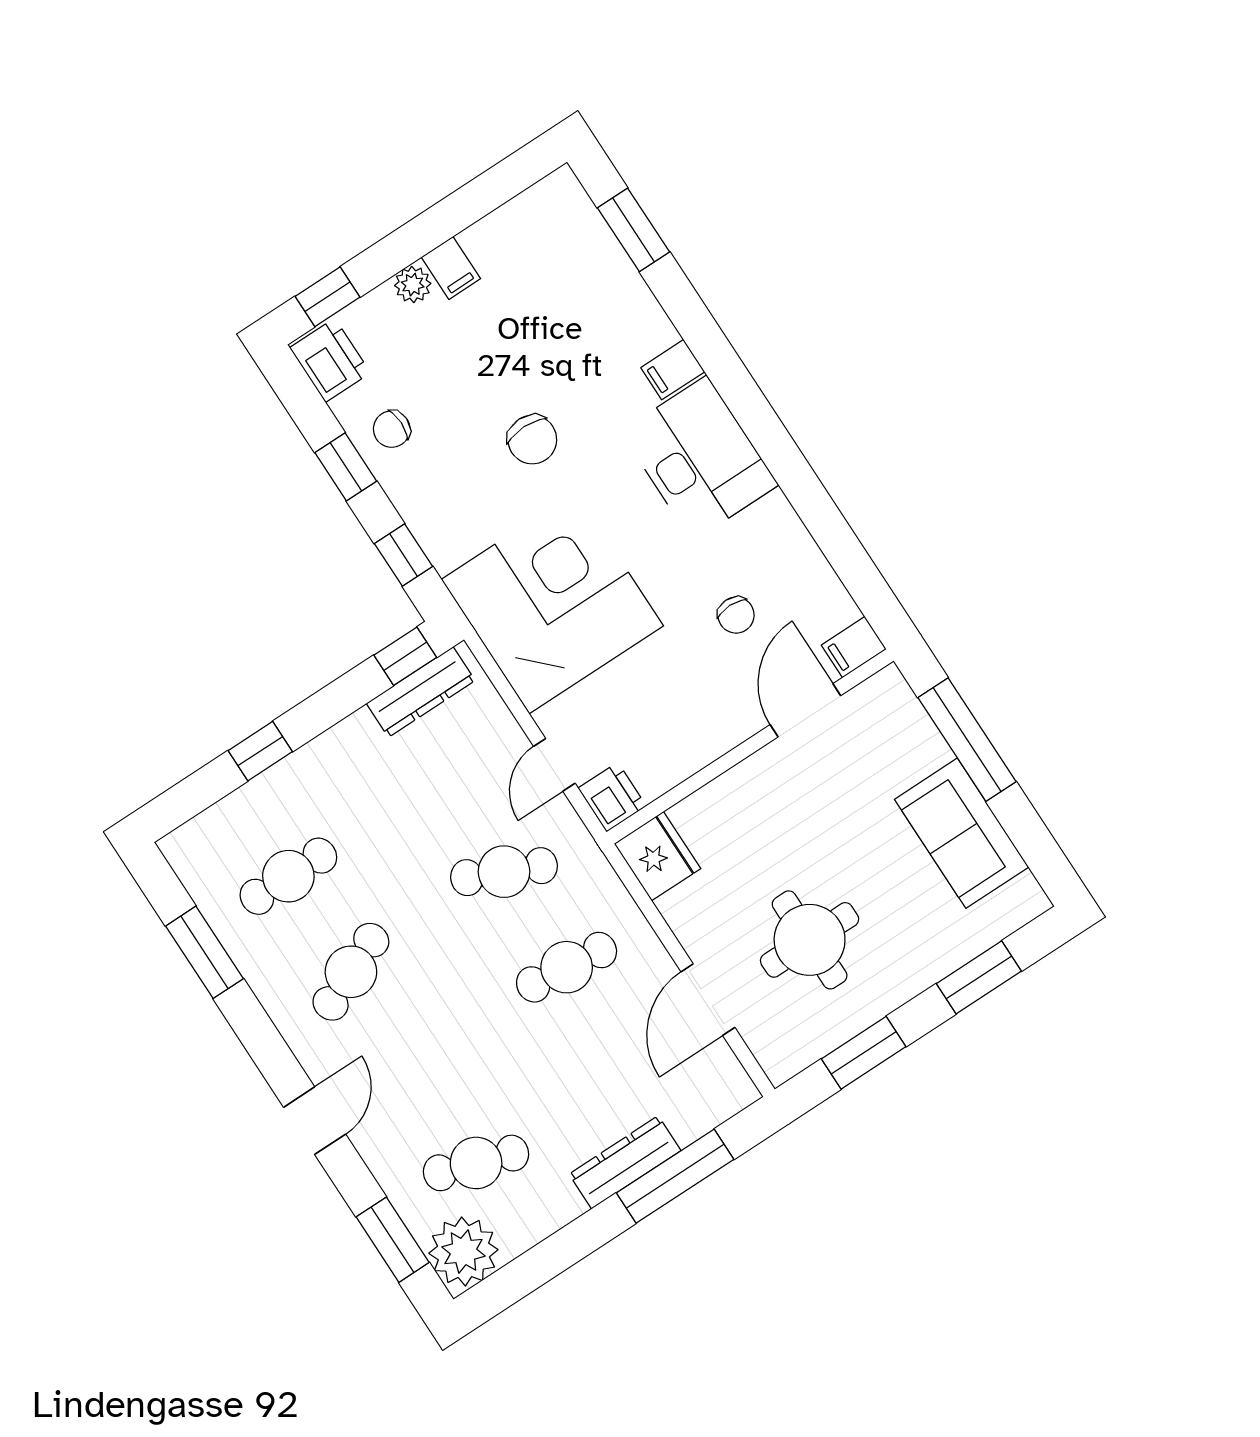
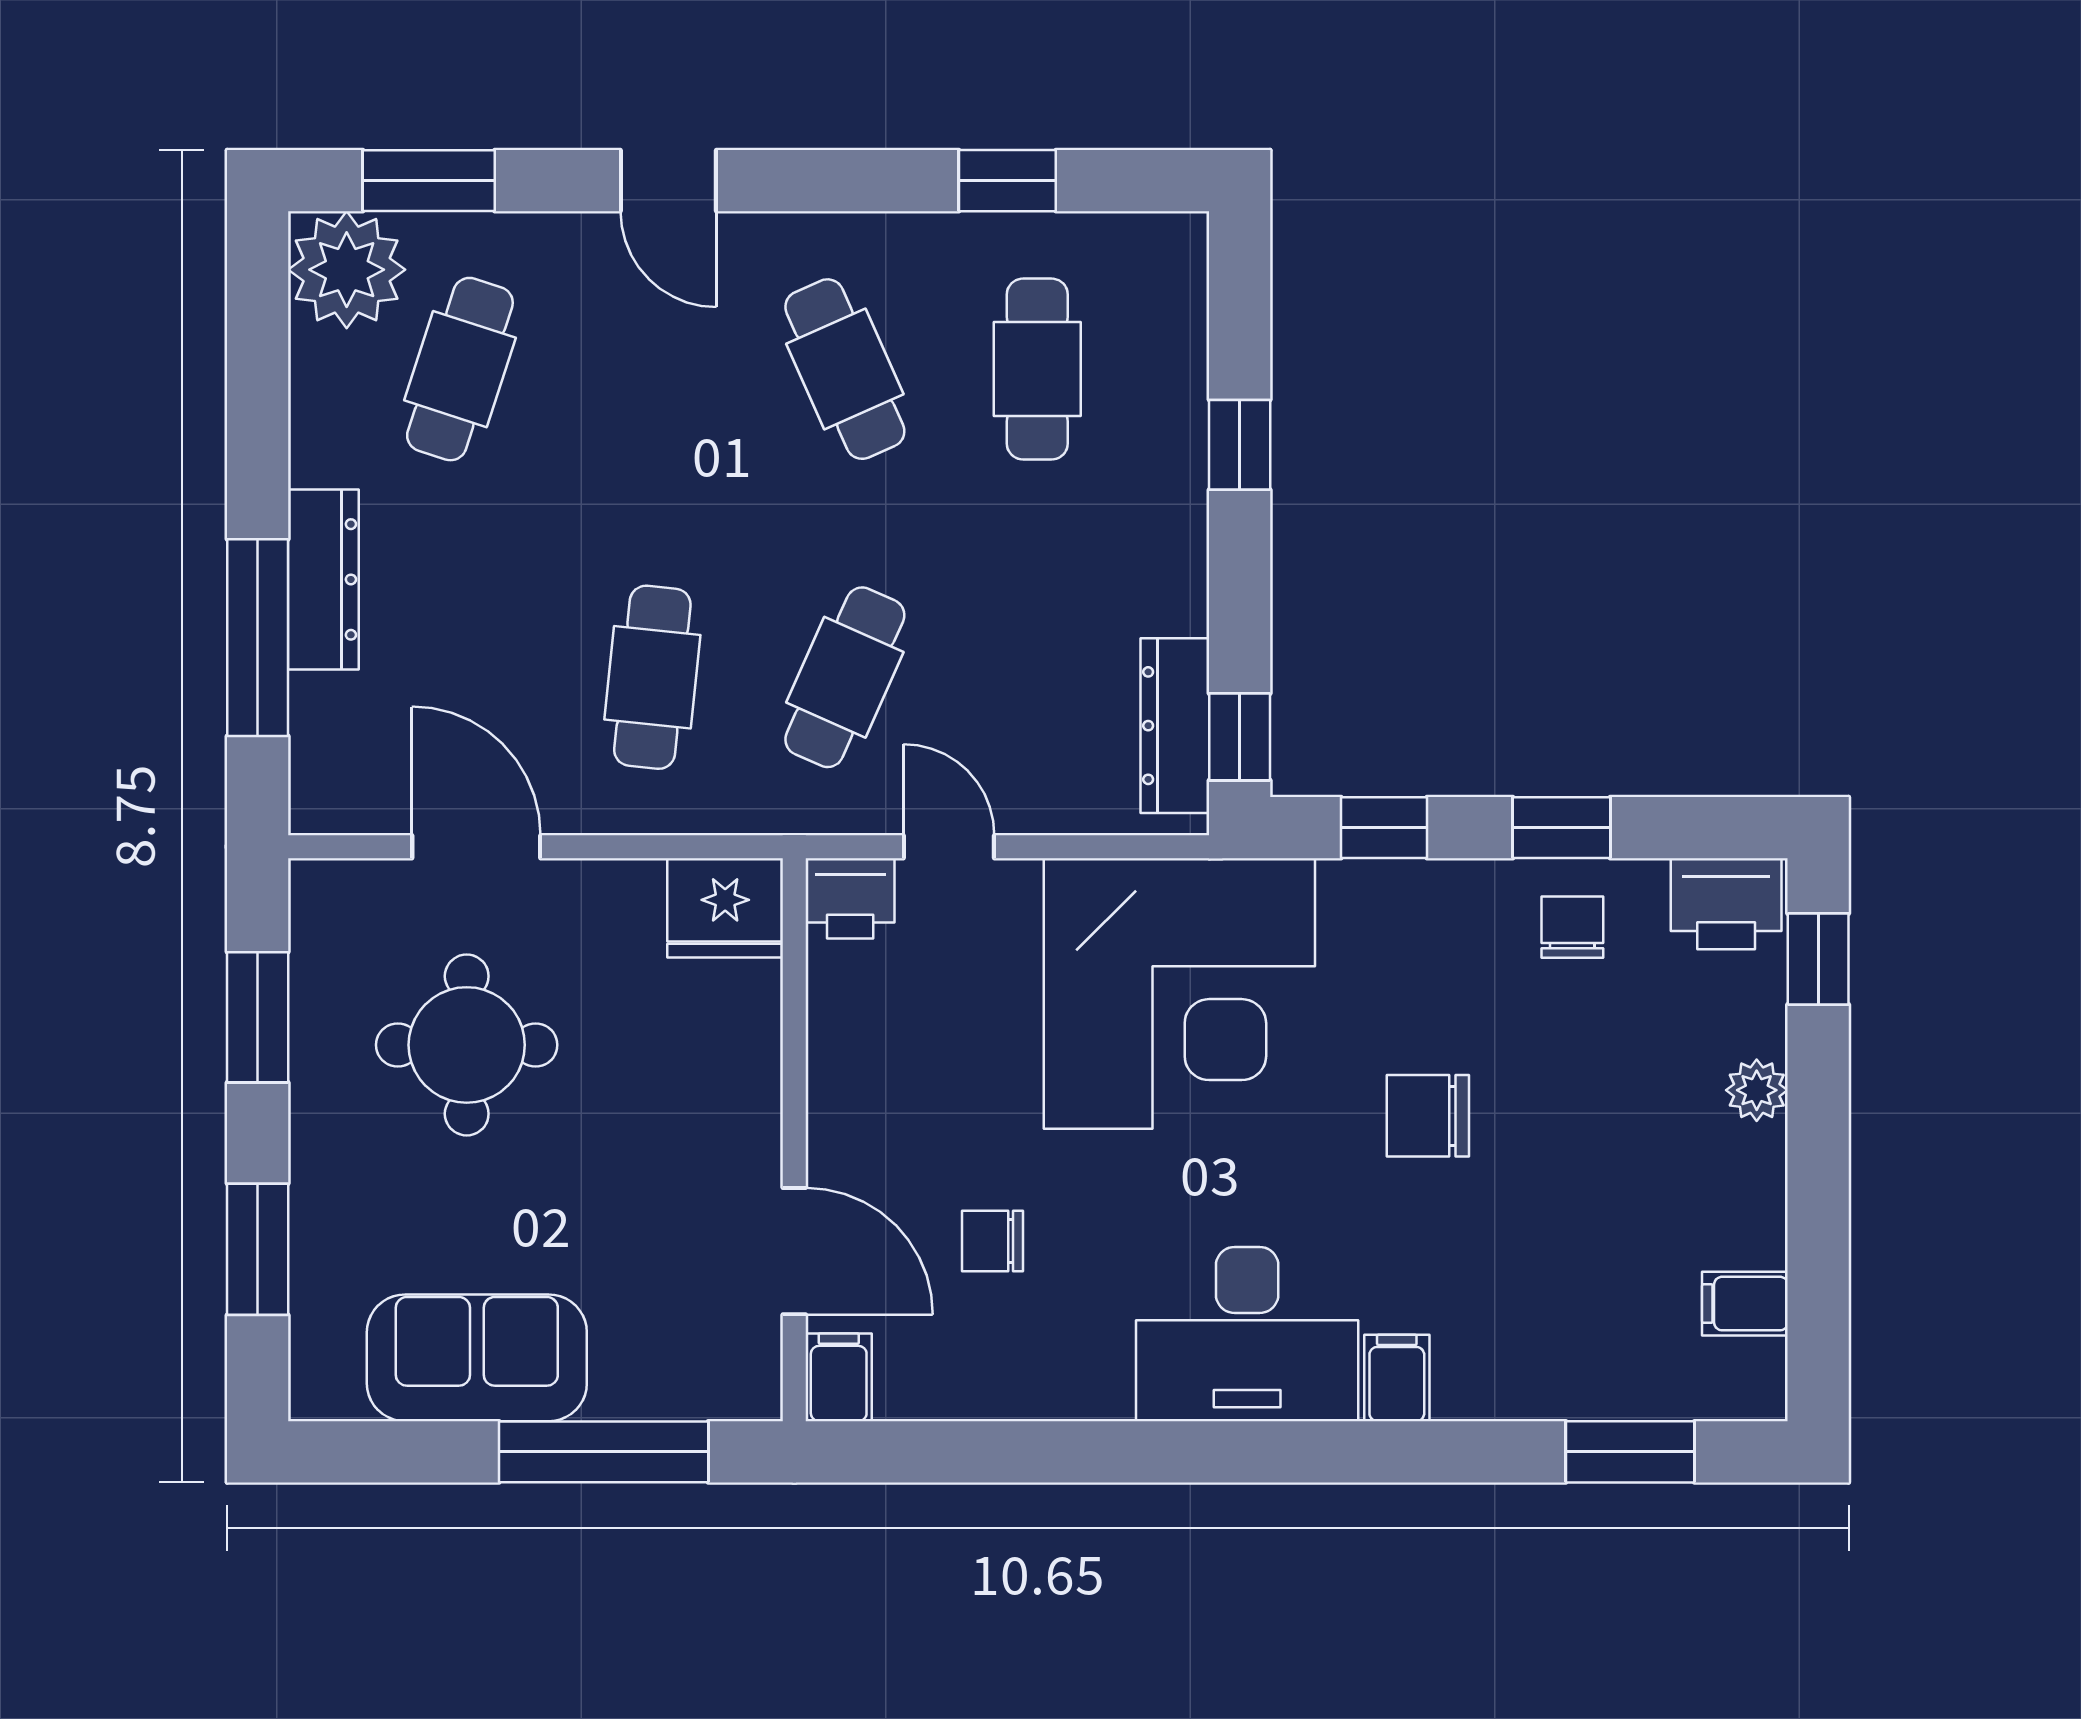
filing cabinet: (451, 268) -> (1745, 1304), moved
window: (205, 952) -> (1007, 181), width x0.67

